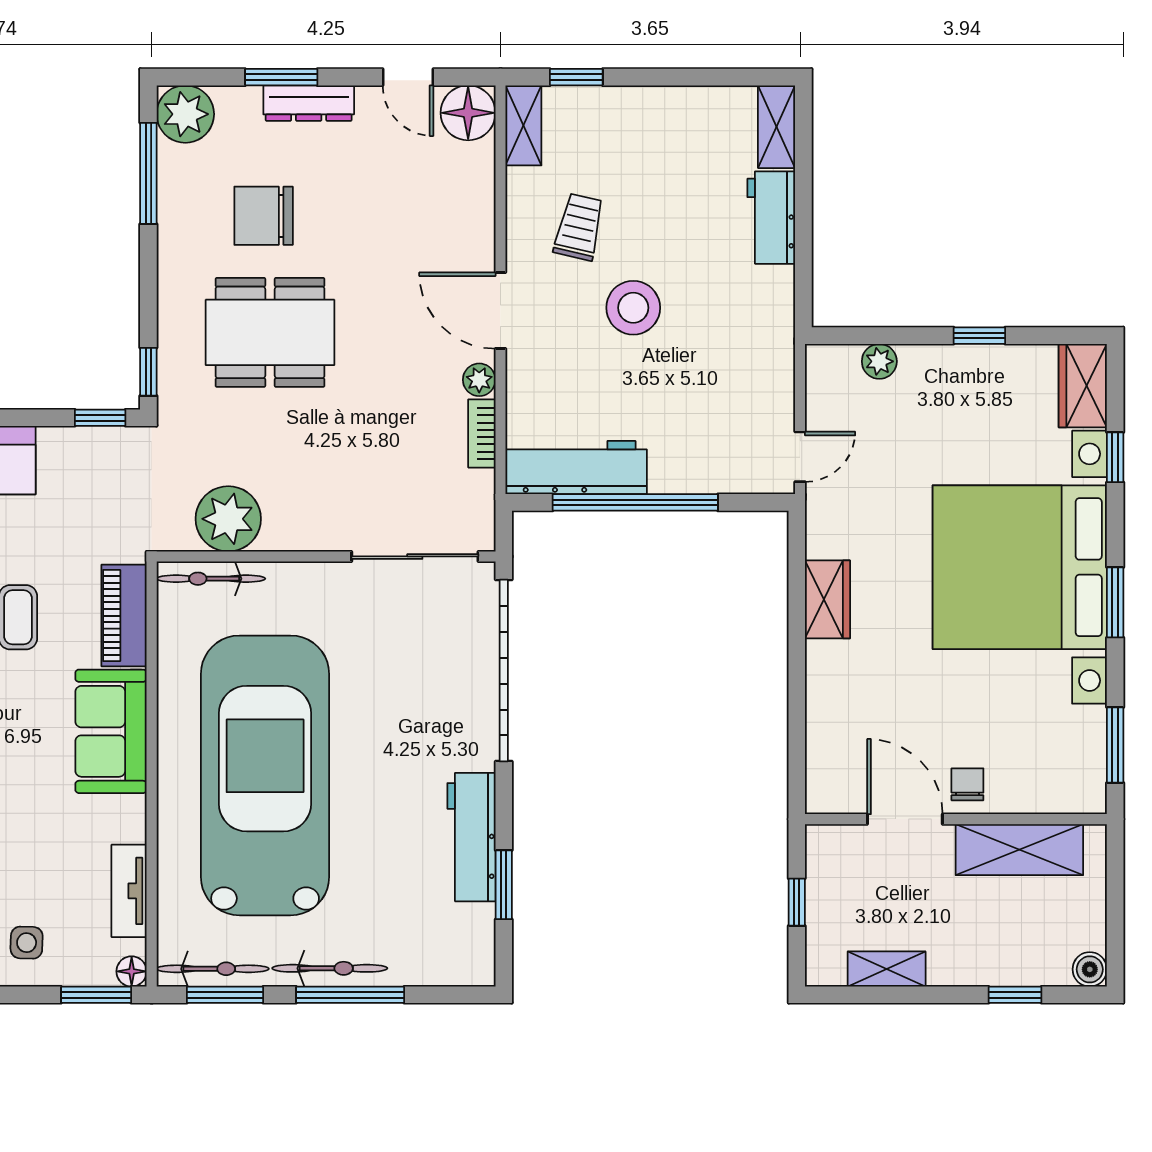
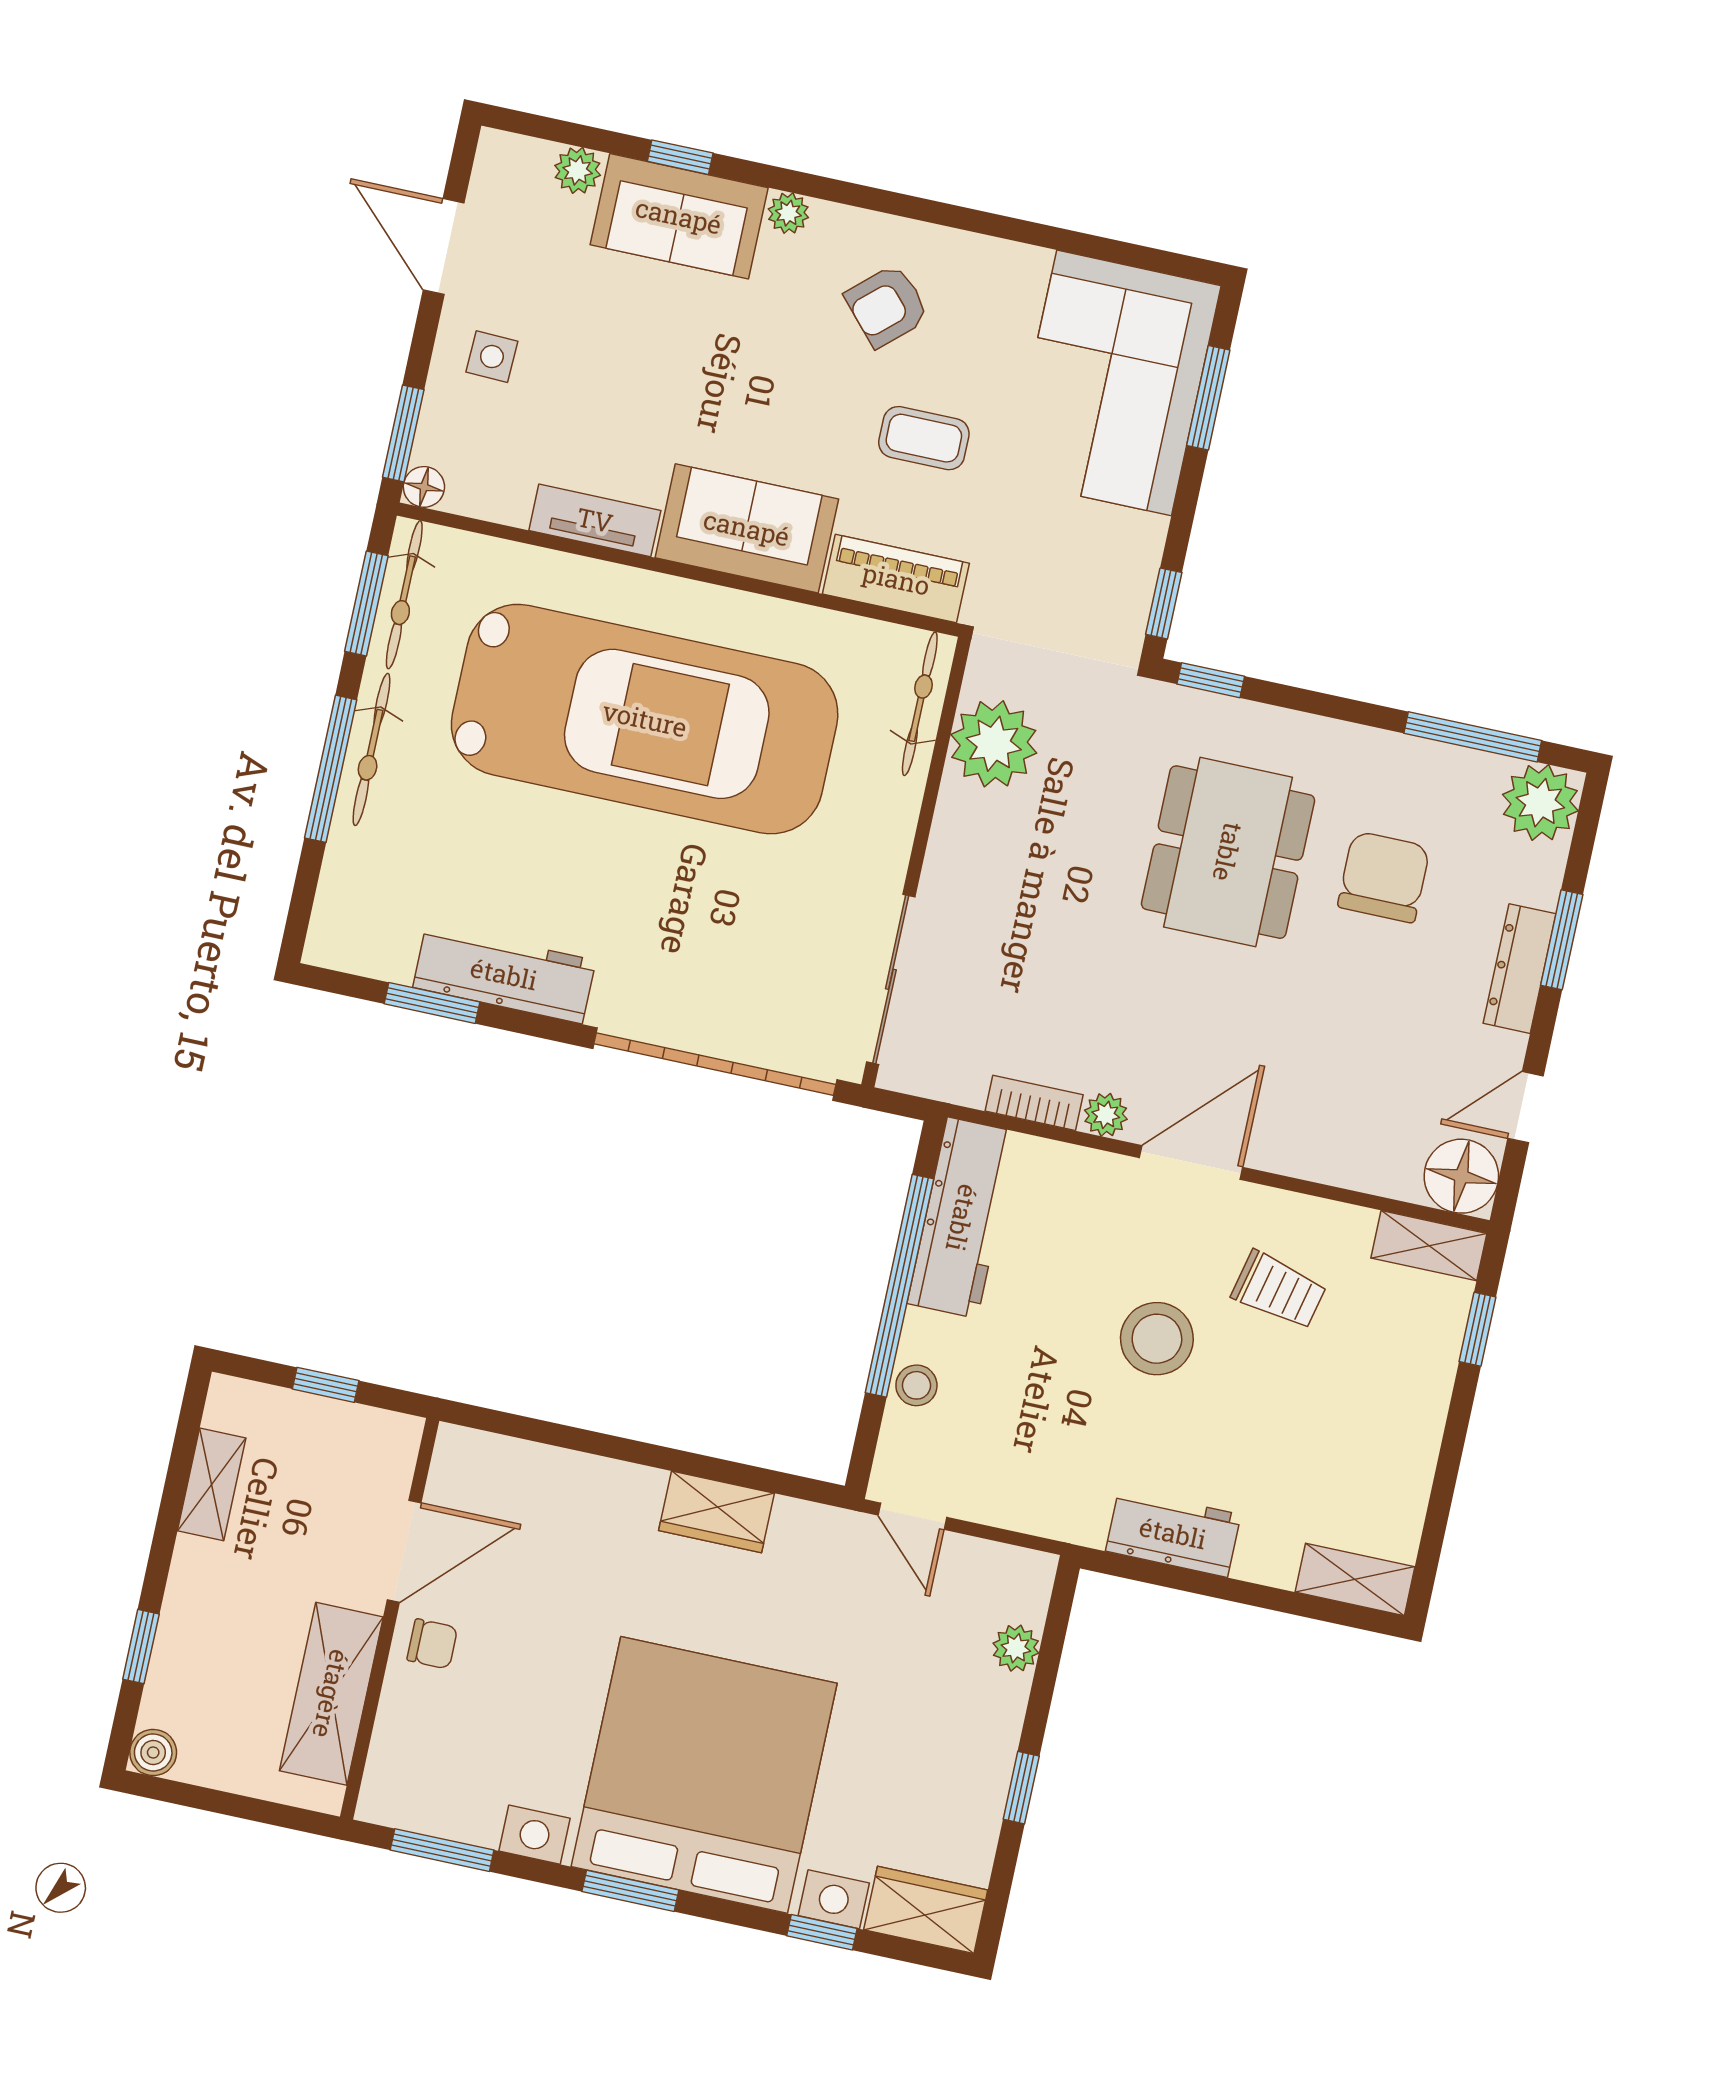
workbench: (771, 218) -> (1173, 1533), moved
stool: (705, 474) -> (916, 1385), added
tv unit: (129, 891) -> (595, 520), moved

